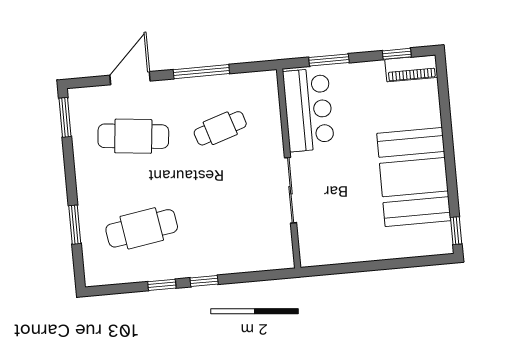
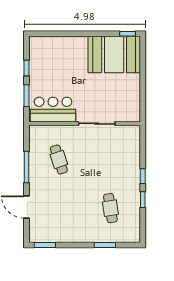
window: (397, 54) -> (26, 68), moved
piano: (411, 68) -> (35, 50), removed
cafe table: (133, 136) -> (59, 208), removed
booth: (414, 177) -> (114, 55), moved
cafe table: (142, 228) -> (110, 208), width x0.73, depth x0.74

